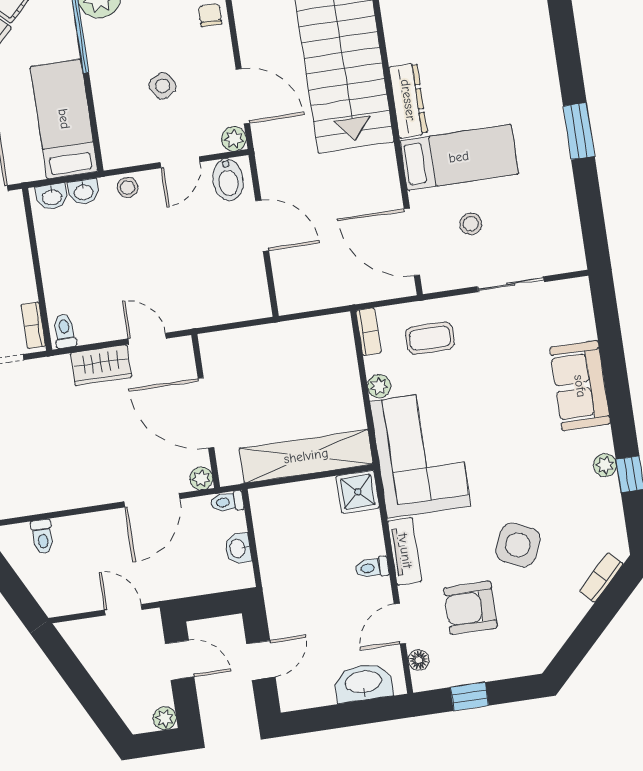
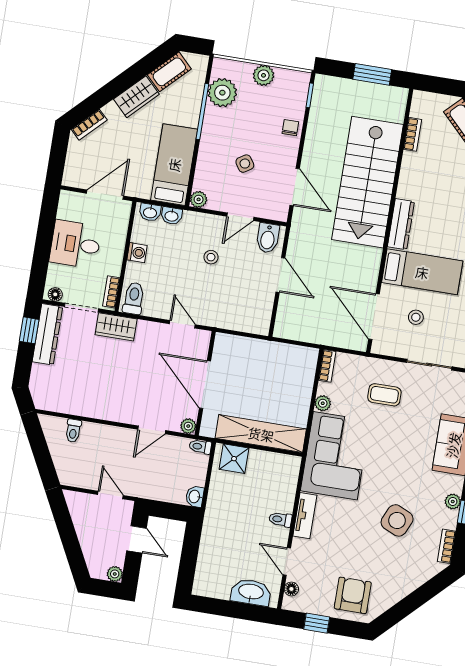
plant: (234, 139) -> (199, 199), moved
stool: (127, 187) -> (211, 257), moved
washing machine: (52, 259) -> (137, 253), added
toilet: (65, 331) -> (134, 298), width x1.37, depth x1.39
coffee table: (430, 338) -> (384, 395), moved
wardrobe: (101, 365) -> (116, 327), moved
shower: (358, 492) -> (234, 459), moved
door: (152, 500) -> (152, 430), width x0.73
side table: (518, 545) -> (397, 520), moved
washbasin: (238, 548) -> (195, 497), moved
bookcase: (601, 577) -> (447, 546), moved, turned -45
armchair: (470, 608) -> (353, 595), moved, turned 90
door: (400, 624) -> (287, 561), hinge flipped
door: (261, 660) -> (189, 556), removed

